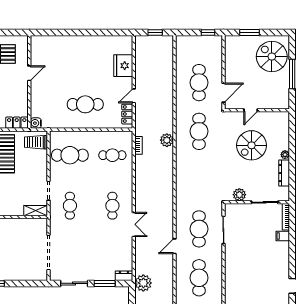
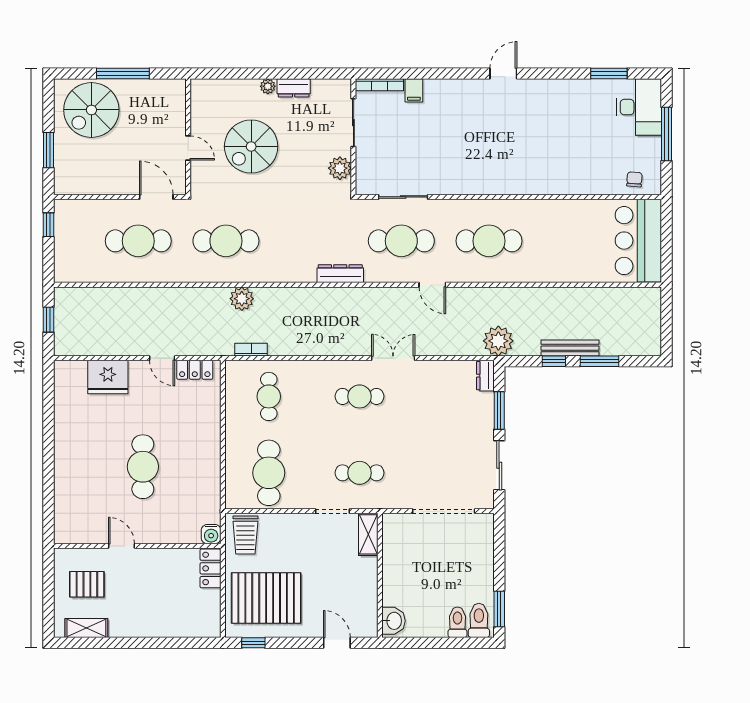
cafe table: (85, 104) -> (143, 467), moved
spiral stairs: (252, 145) -> (251, 147), turned 90
dresser: (284, 173) -> (294, 88), width x0.70
dresser: (181, 195) -> (340, 274), added

